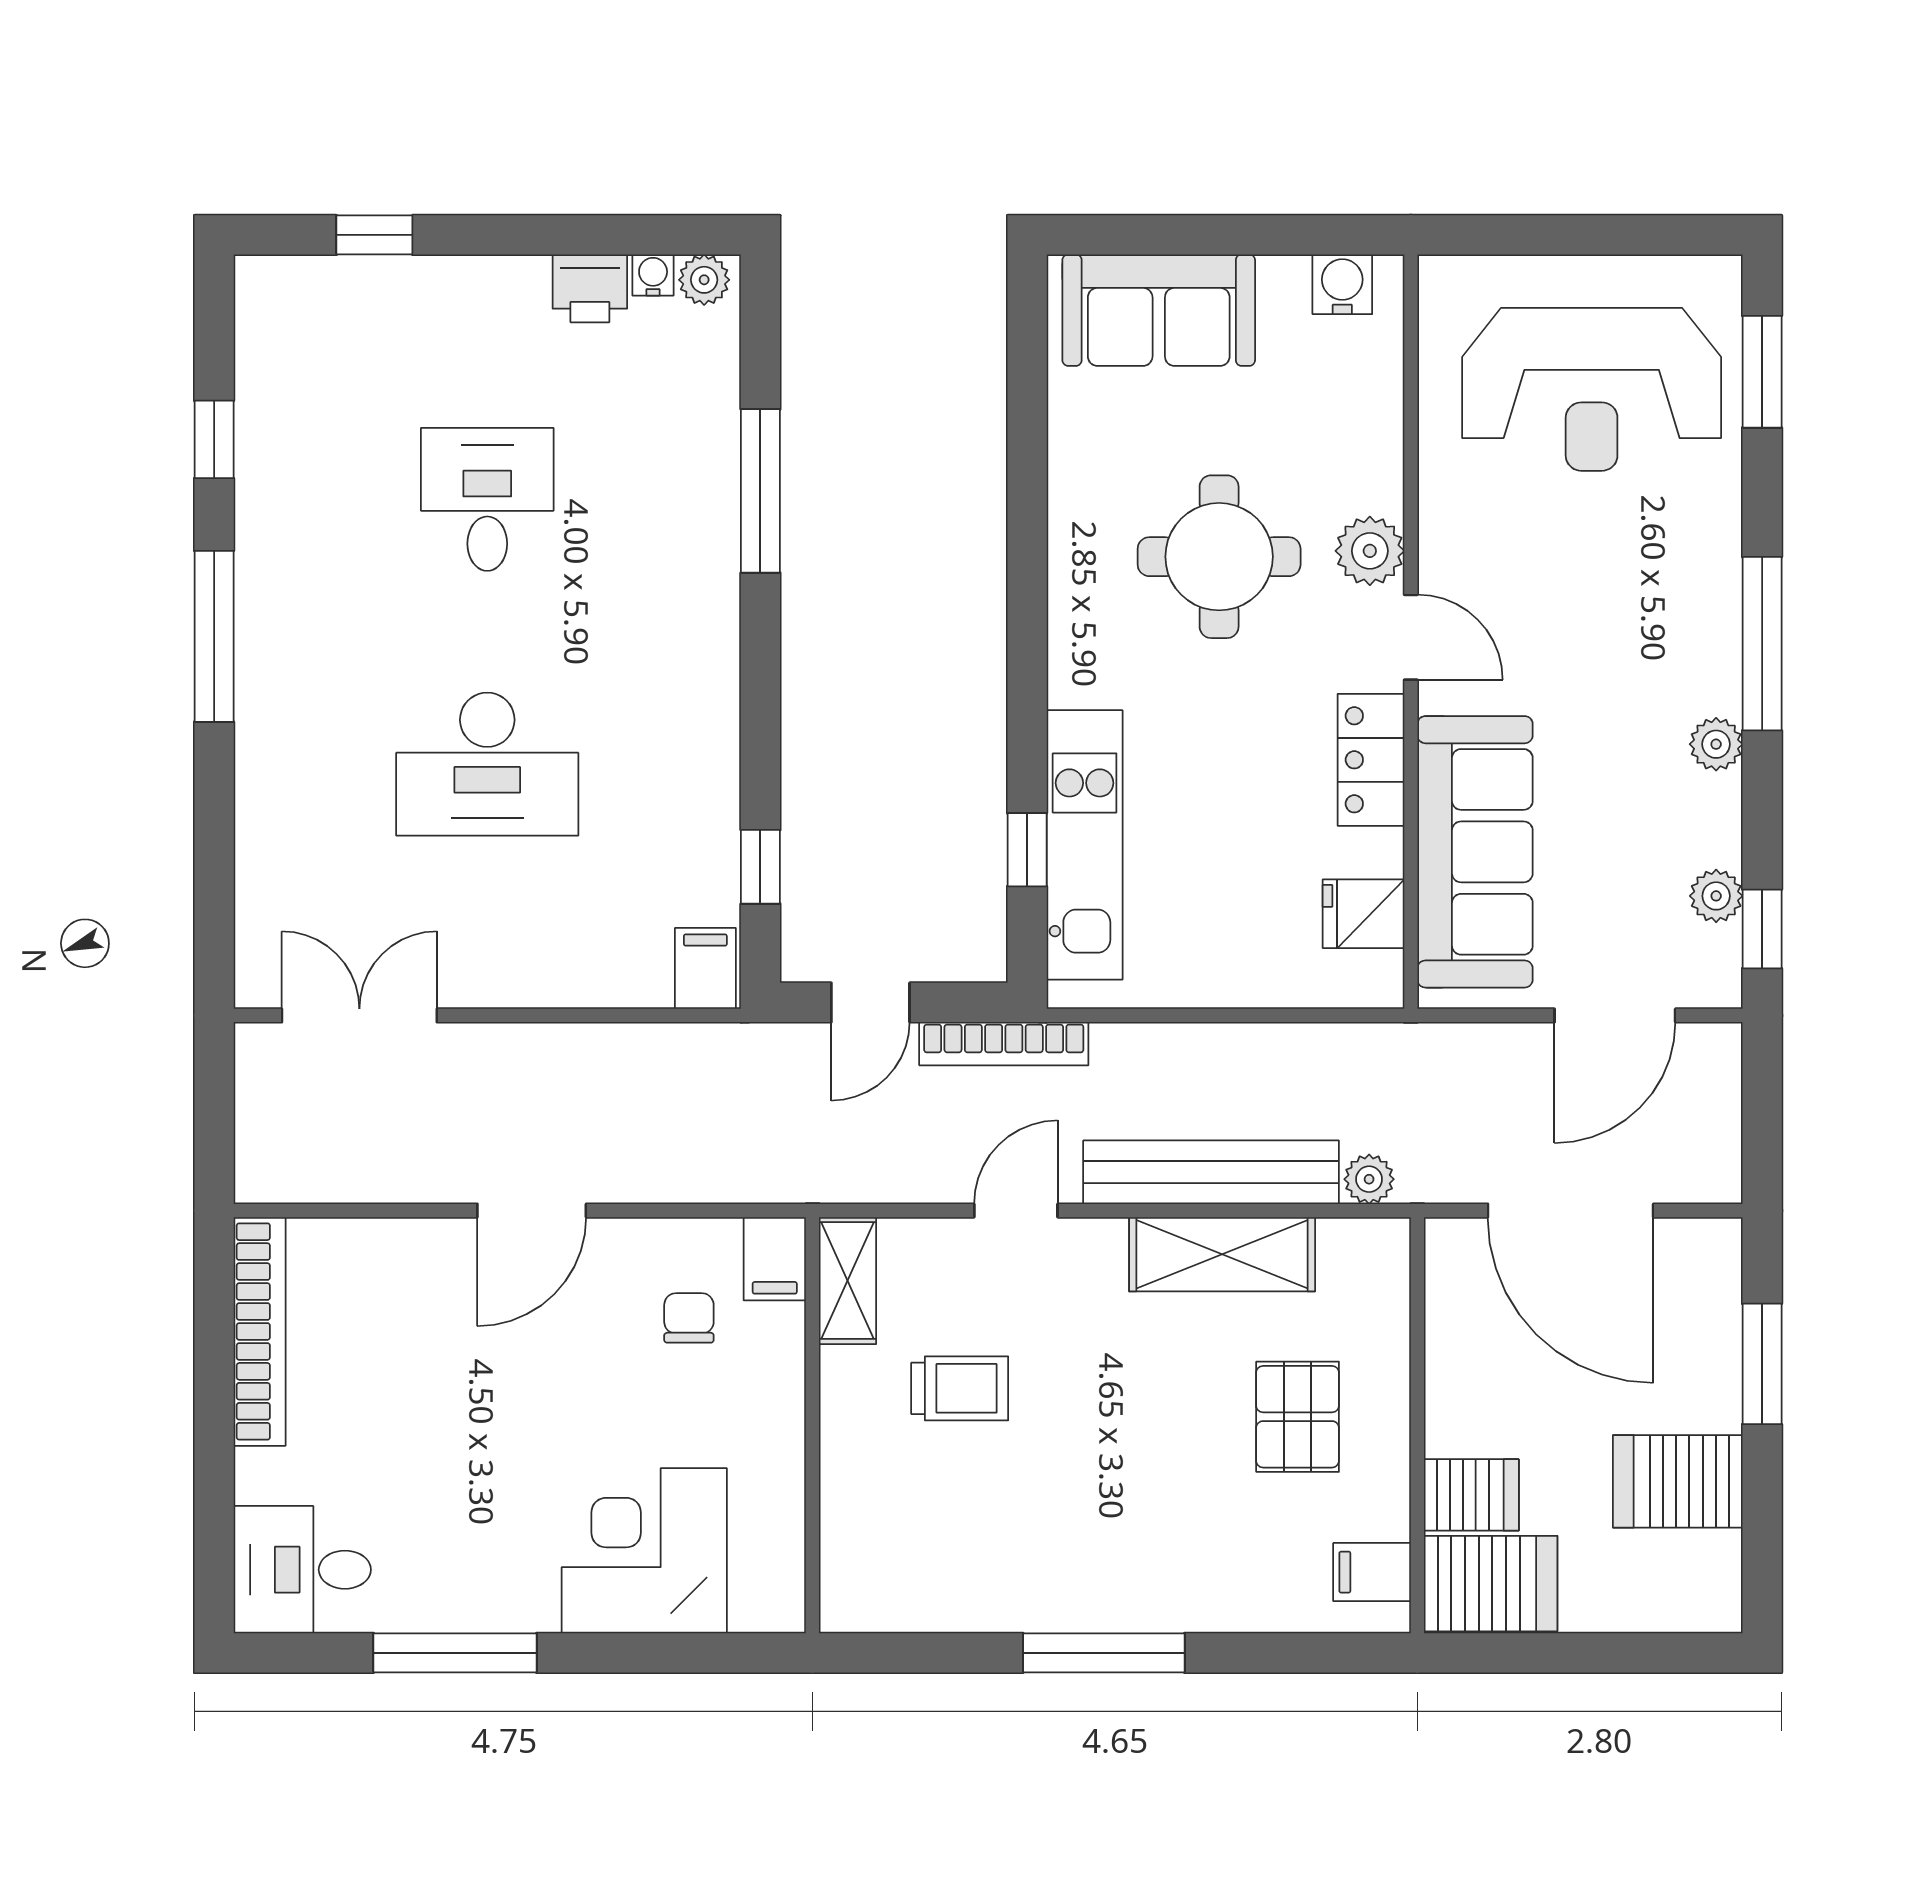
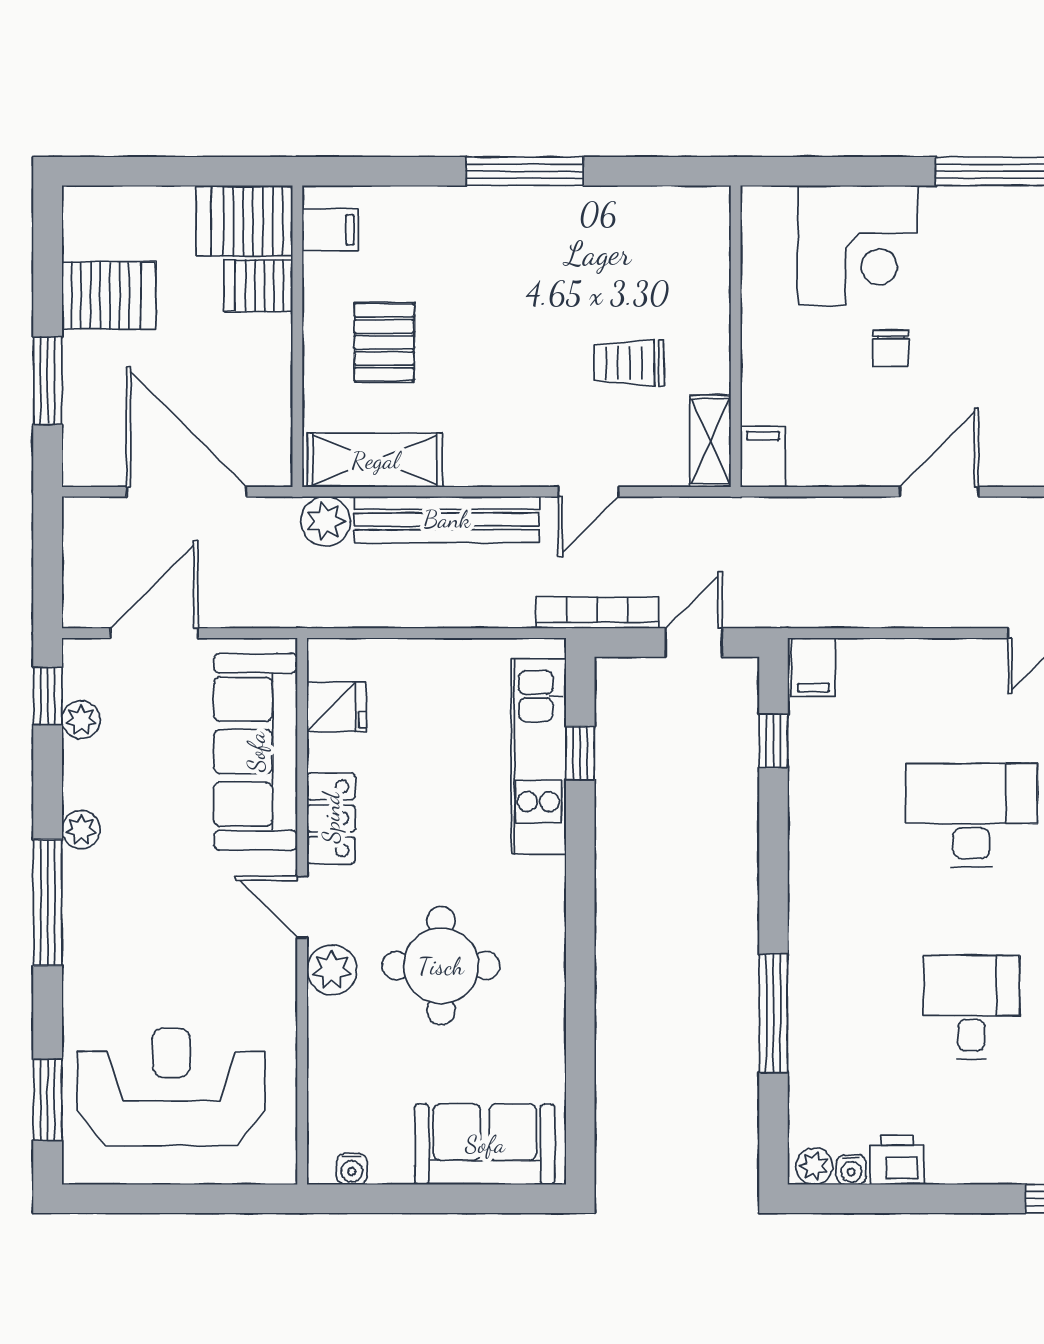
water cooler: (1342, 284) -> (352, 1169), width x0.72, depth x0.72
desk: (487, 499) -> (971, 1007), turned 180
plant: (1369, 1179) -> (326, 521), width x1.38, depth x1.38
shelving: (1222, 1254) -> (375, 460), moved
chair: (689, 1318) -> (891, 348), moved

